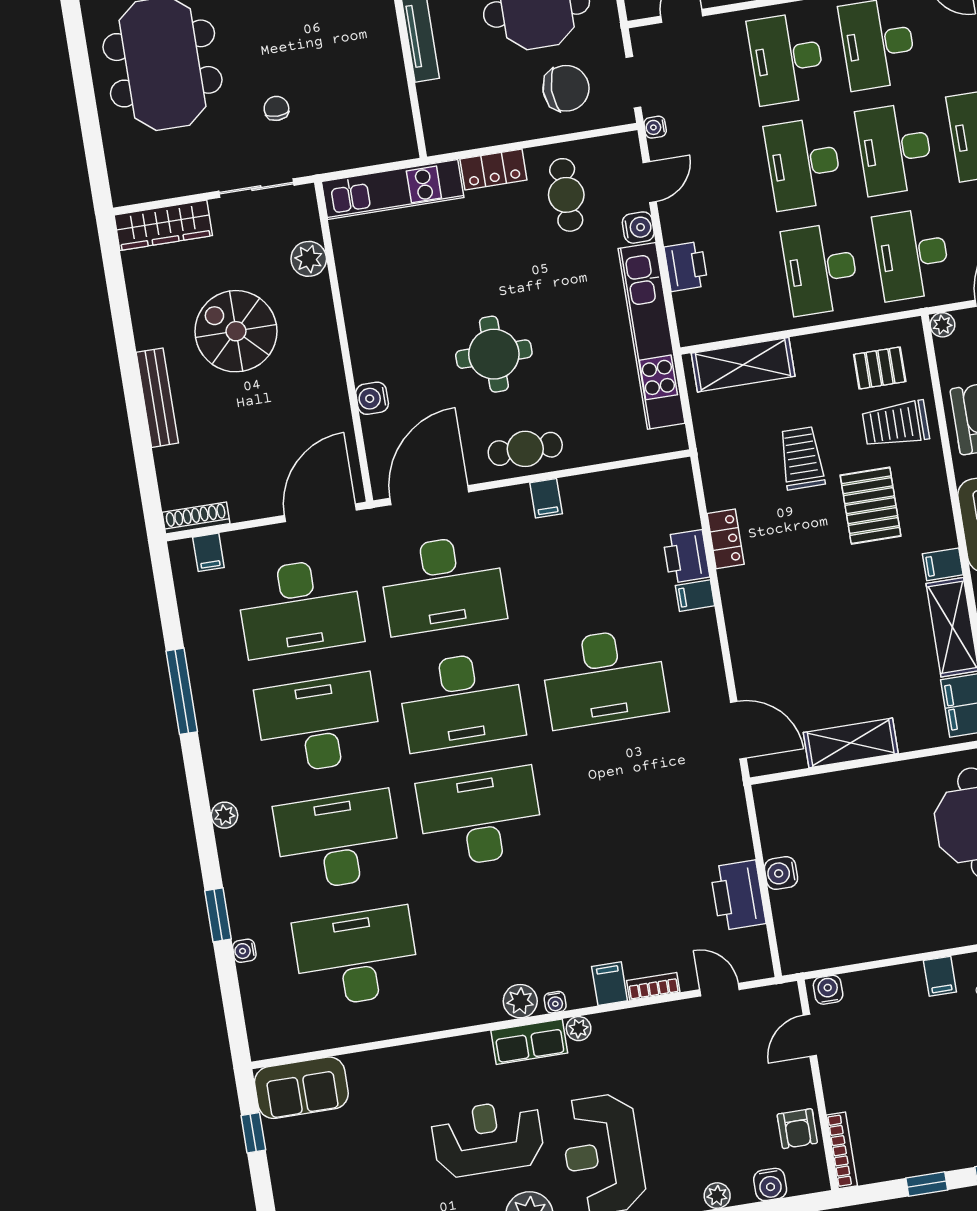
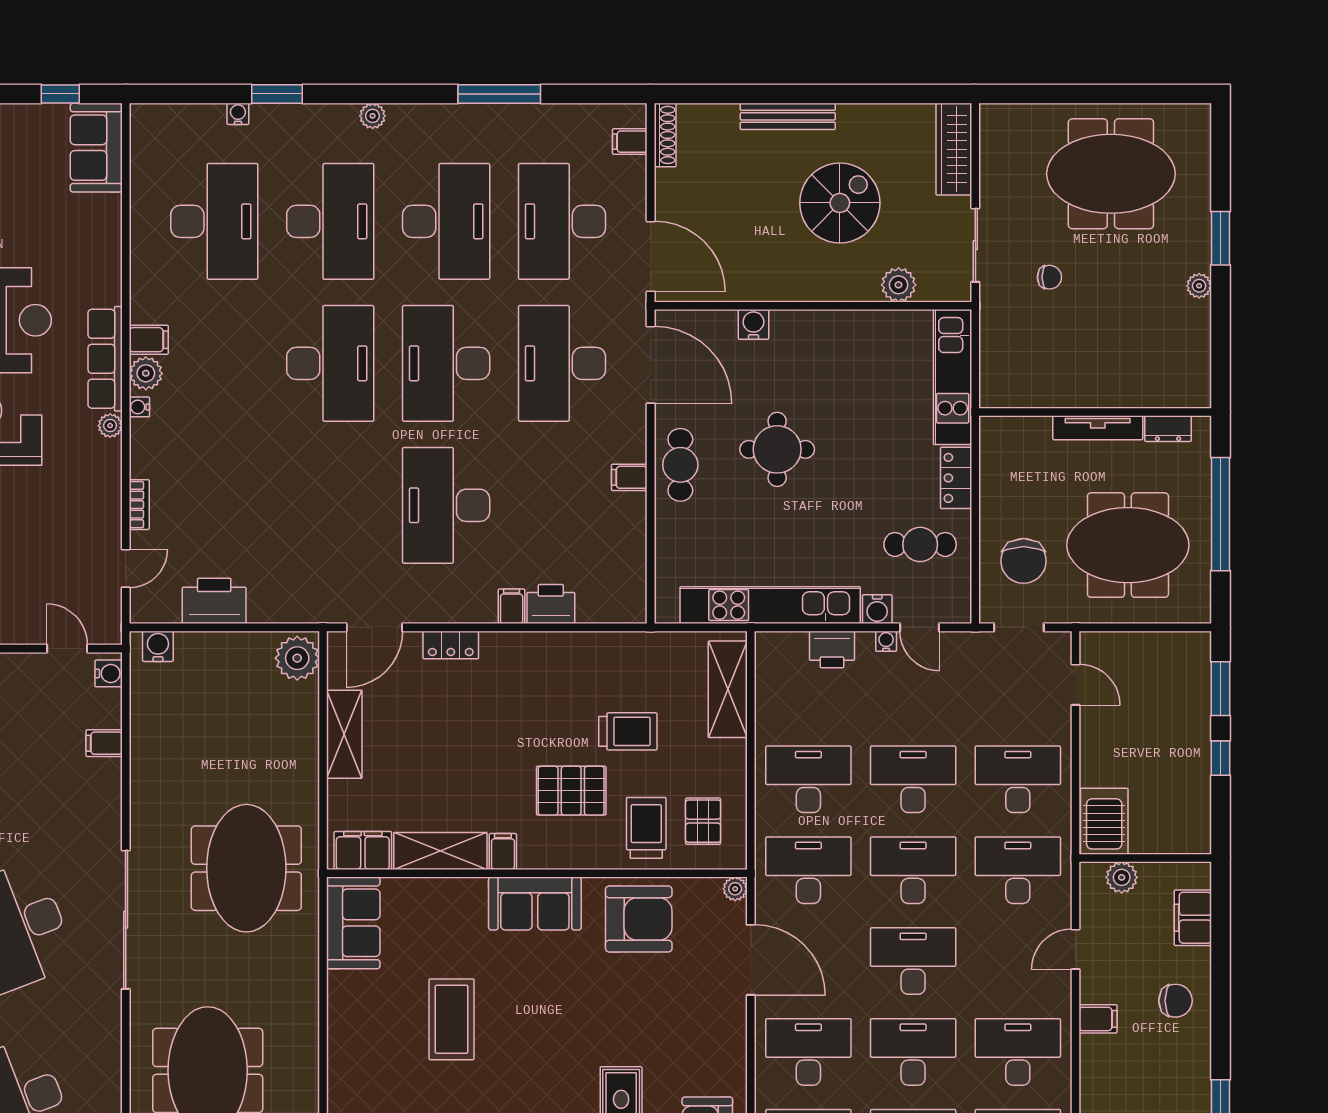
water cooler: (655, 127) -> (886, 641), moved
locker: (726, 539) -> (451, 645), moved
plant: (782, 803) -> (297, 658), added
water cooler: (781, 873) -> (158, 646), moved
filing cabinet: (940, 976) -> (104, 743), moved
filing cabinet: (610, 984) -> (149, 340), moved
row of seats: (529, 1042) -> (105, 359), width x1.48

